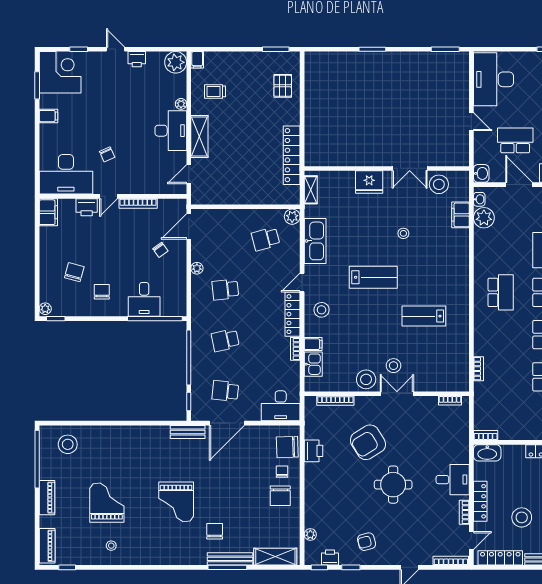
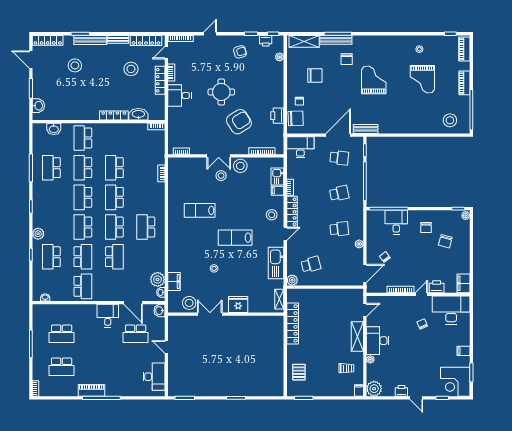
desk: (494, 79) -> (154, 377), width x0.73, depth x0.77
lab bench: (424, 316) -> (200, 210), turned 180
washbasin: (487, 453) -> (138, 114), moved
chair: (280, 496) -> (315, 75), moved, turned 90

